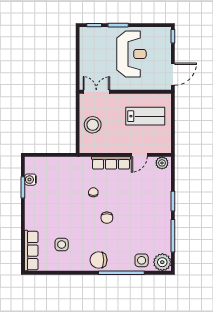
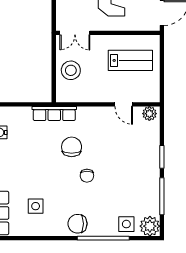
double door: (96, 92) -> (75, 33), swing flipped
door: (139, 155) -> (124, 104), hinge flipped
row of seats: (111, 163) -> (54, 114), moved
chair: (93, 192) -> (72, 147), width x1.87, depth x1.87

